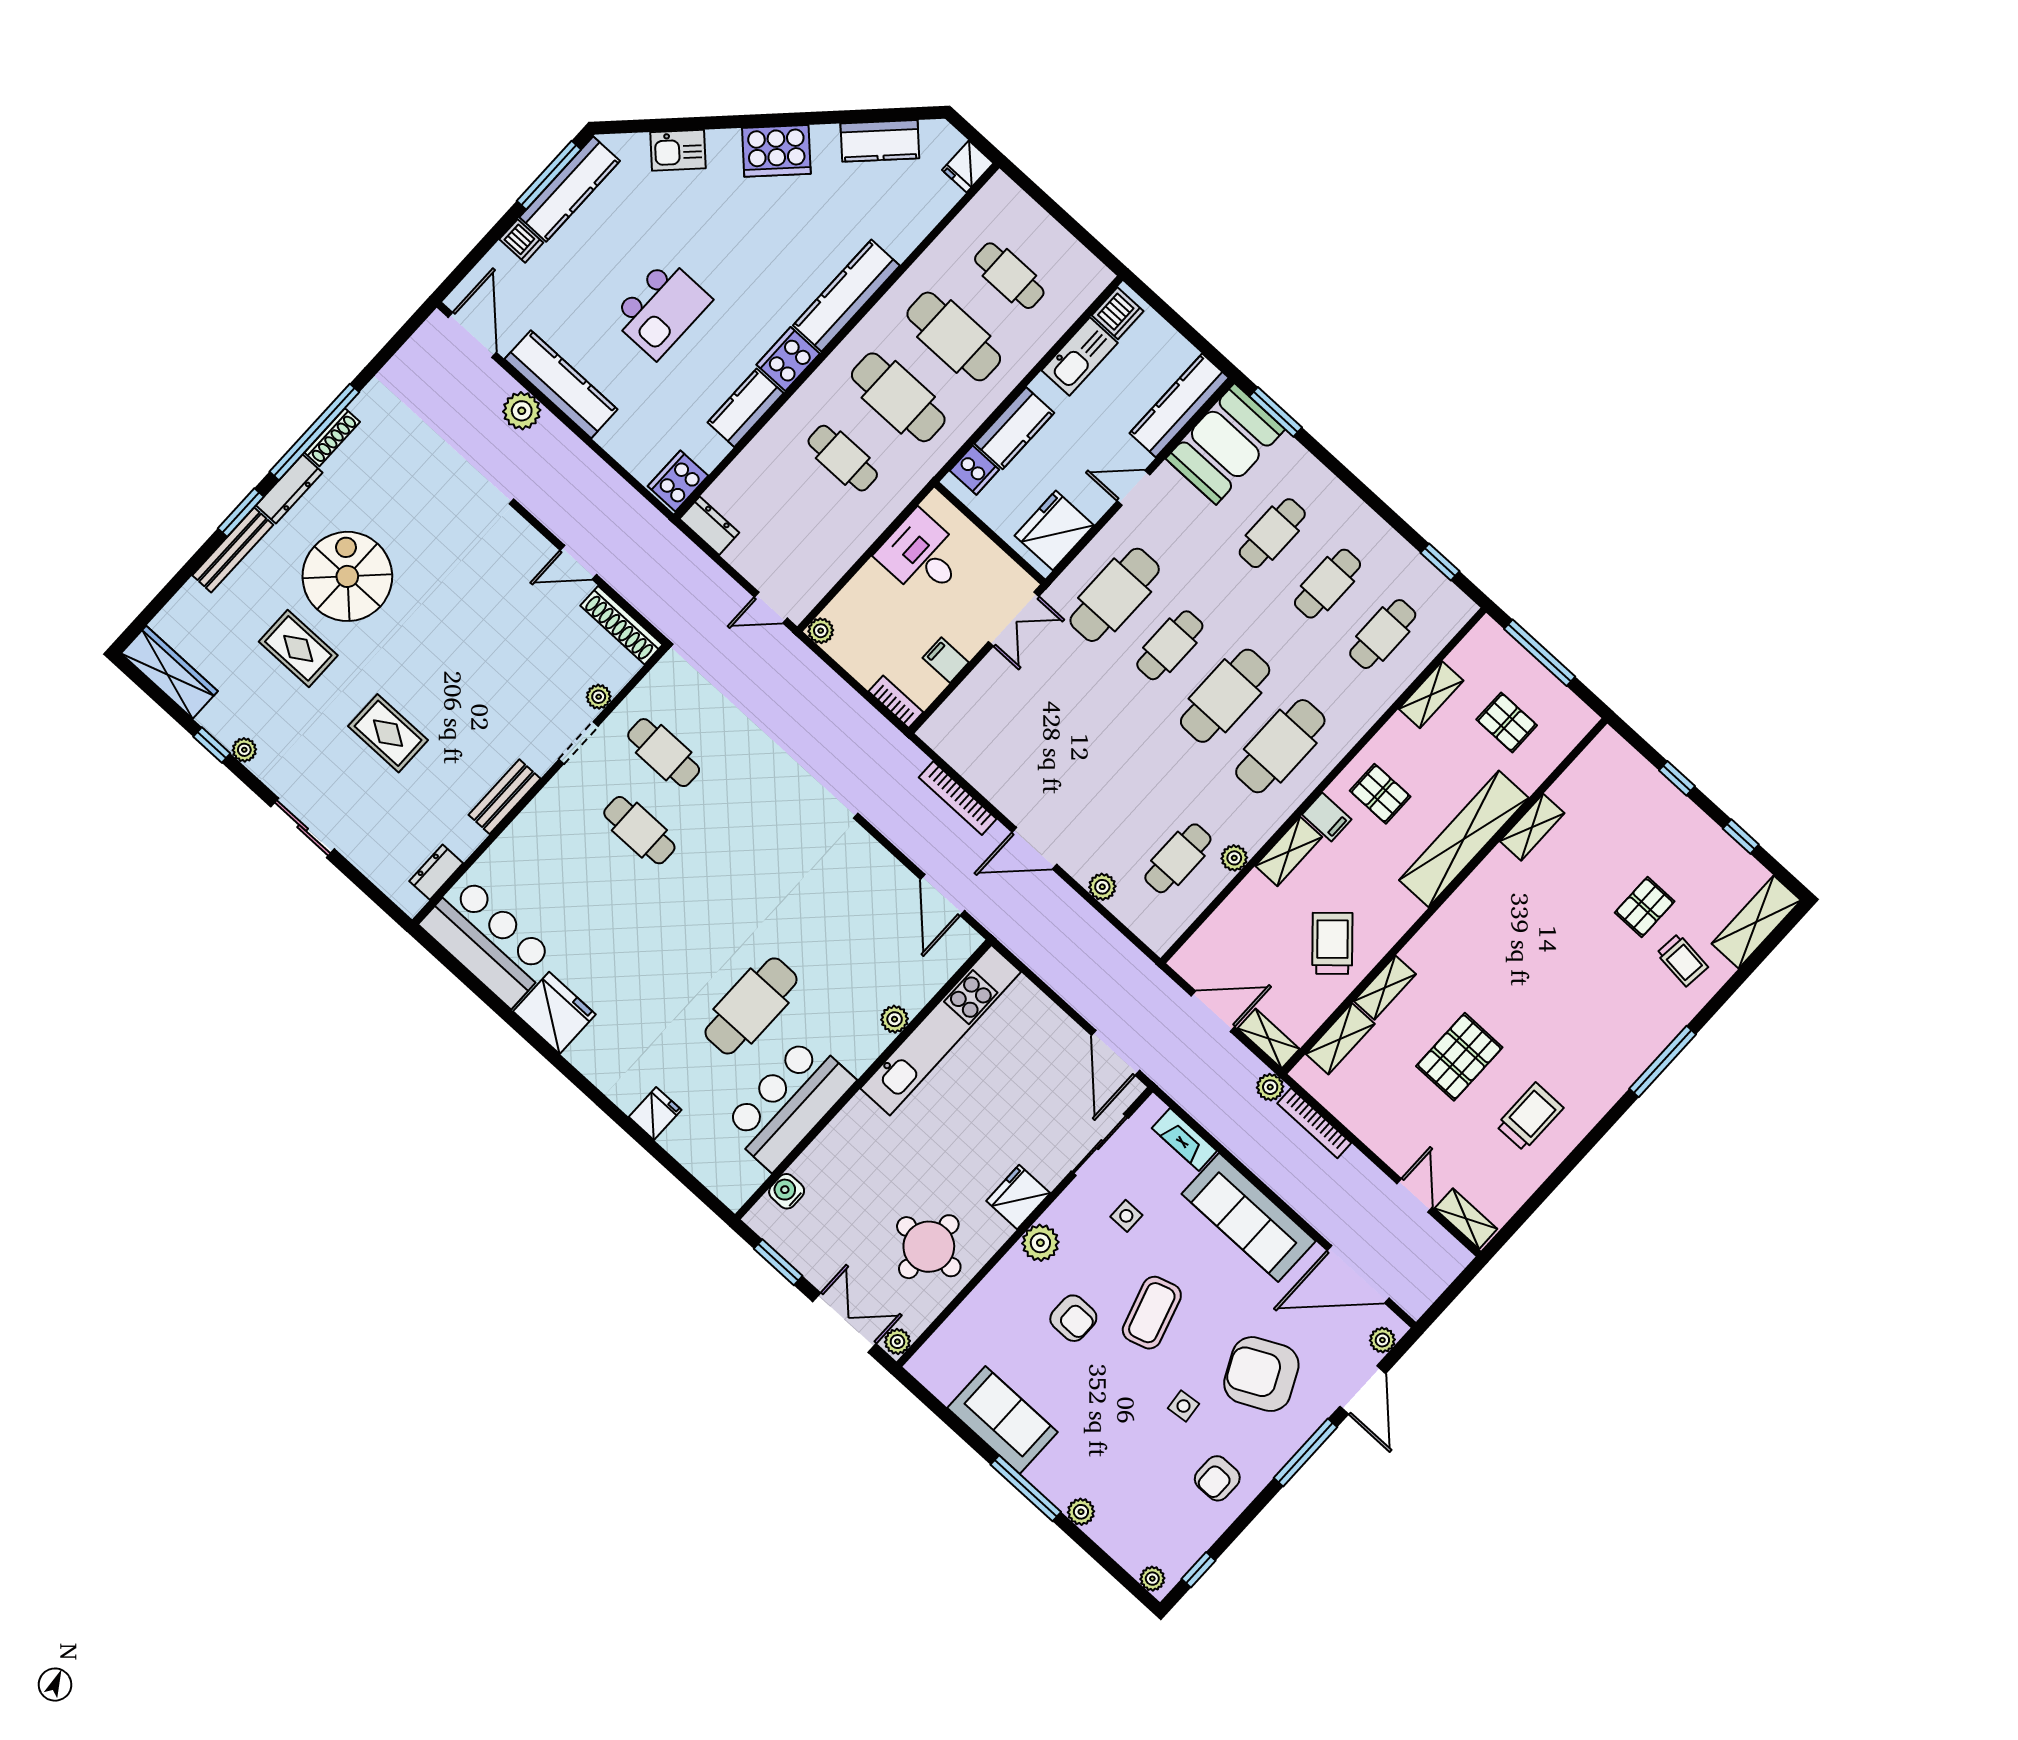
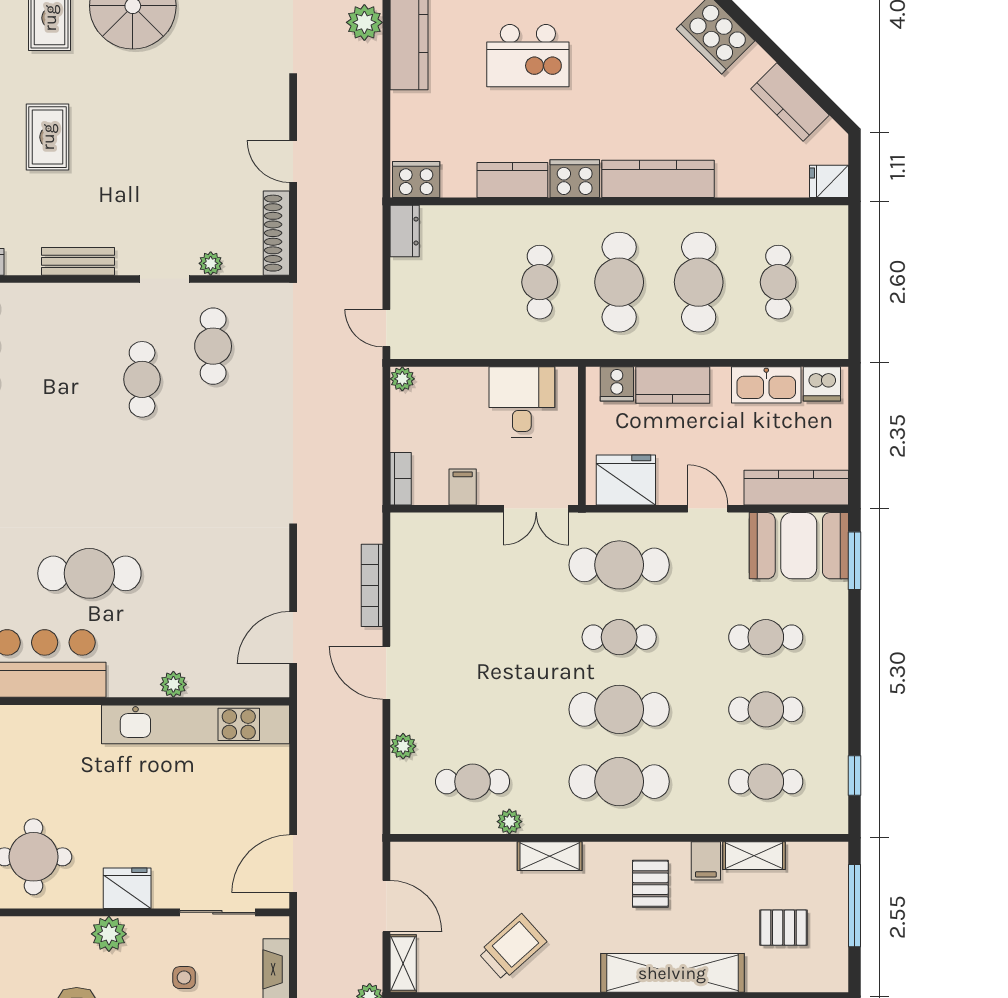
pallet: (1507, 722) -> (783, 928), turned 90
filing cabinet: (1327, 817) -> (706, 861), moved

